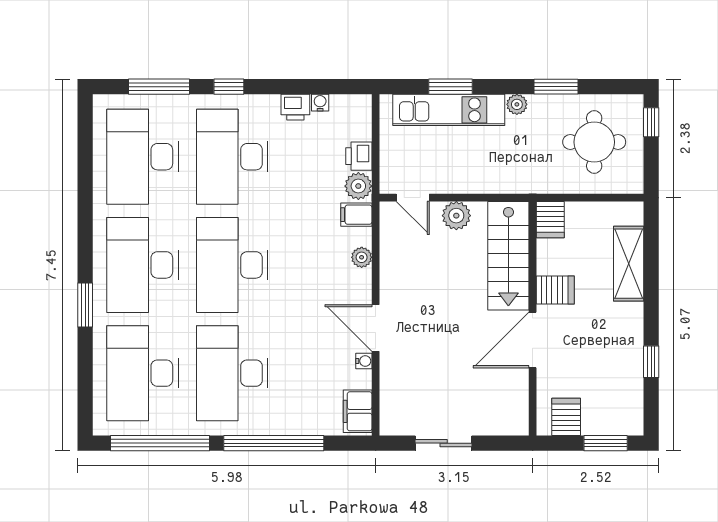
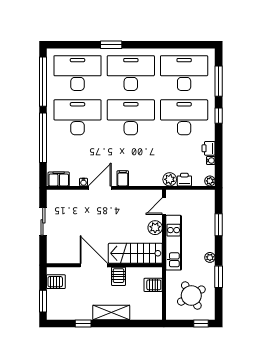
kitchen unit: (449, 110) -> (174, 243), moved, turned 180
round table: (594, 142) -> (191, 296), turned -31
filing cabinet: (356, 215) -> (123, 178), moved
server rack: (550, 220) -> (153, 285), moved
plant: (362, 257) -> (210, 181), moved
shelving: (629, 264) -> (111, 312), moved

